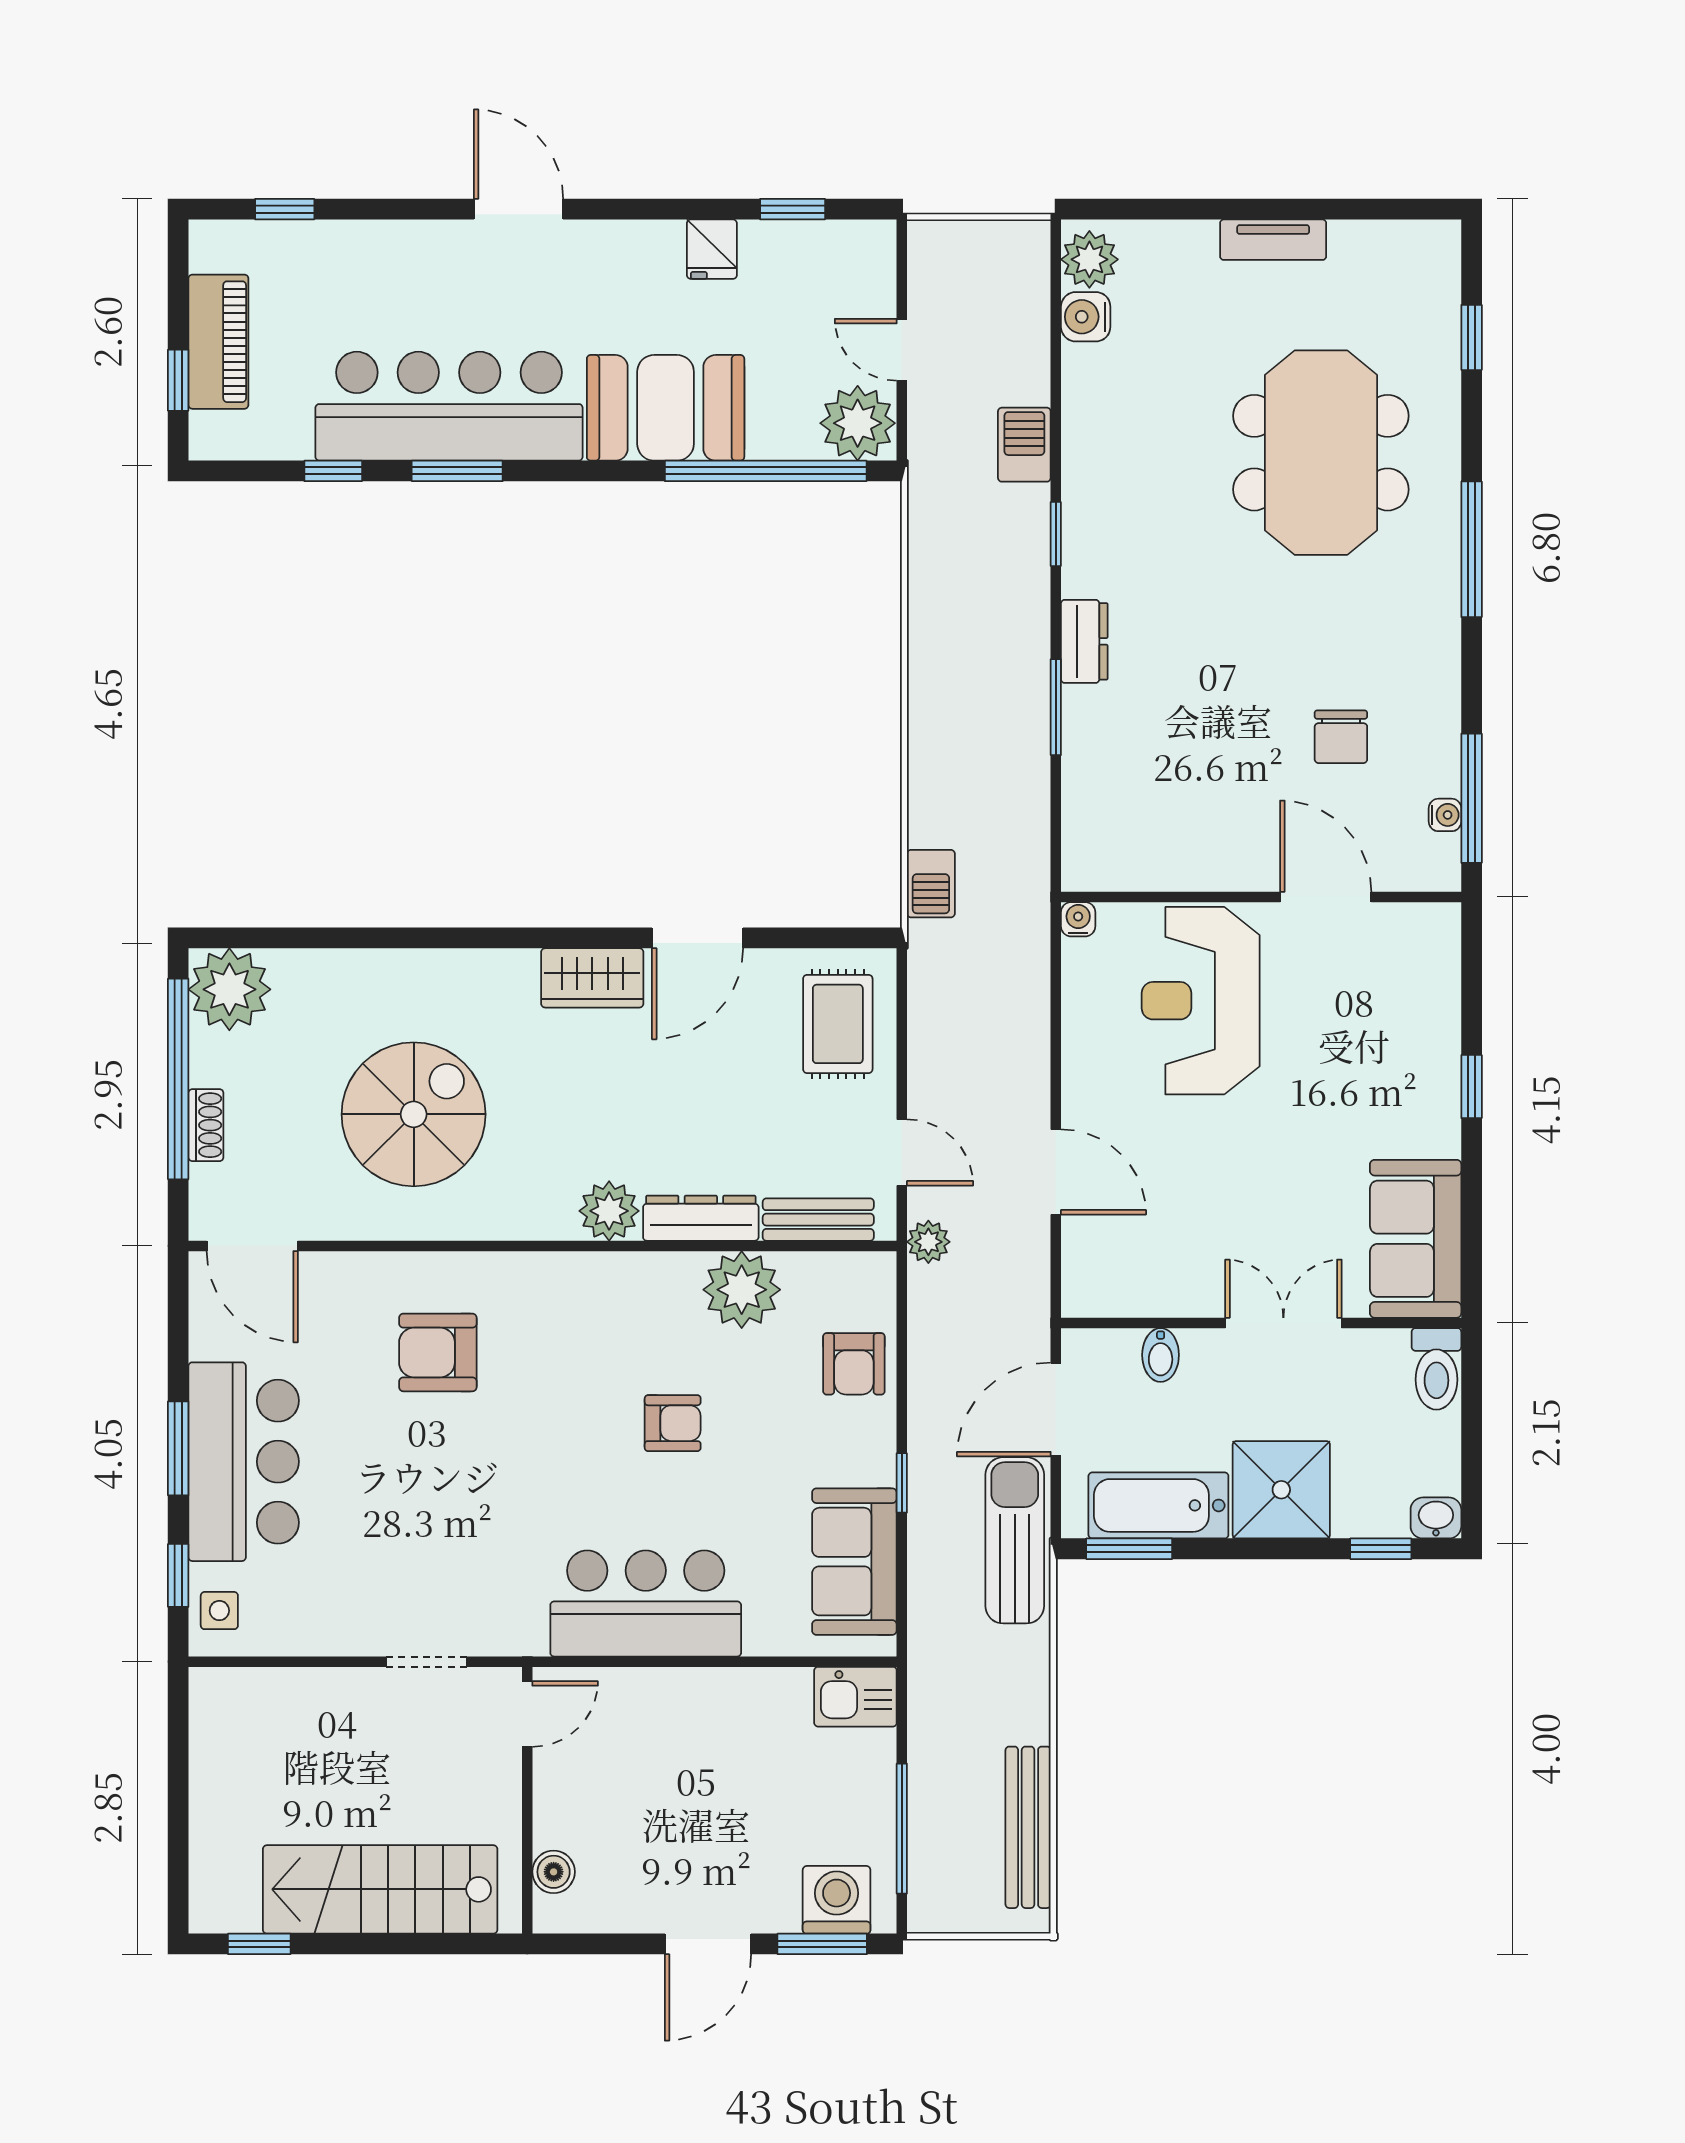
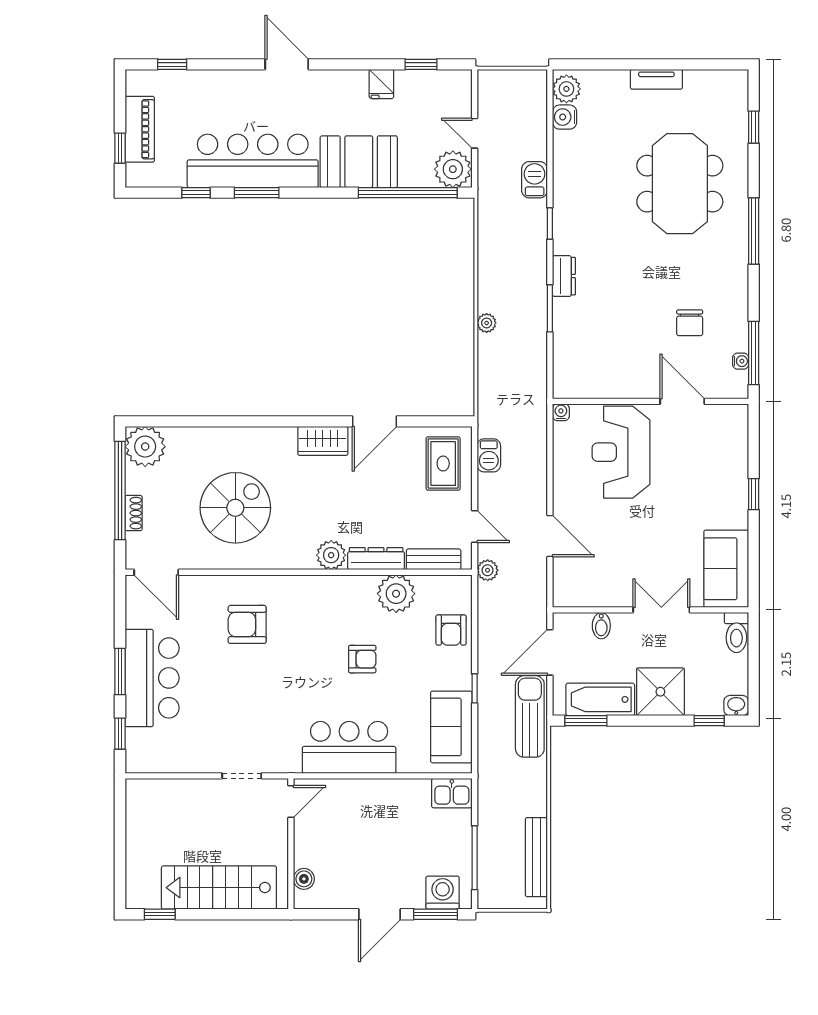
plant: (926, 737) -> (487, 323), added
barbecue: (931, 884) -> (489, 455), moved
side table: (219, 1611) -> (140, 751), removed

